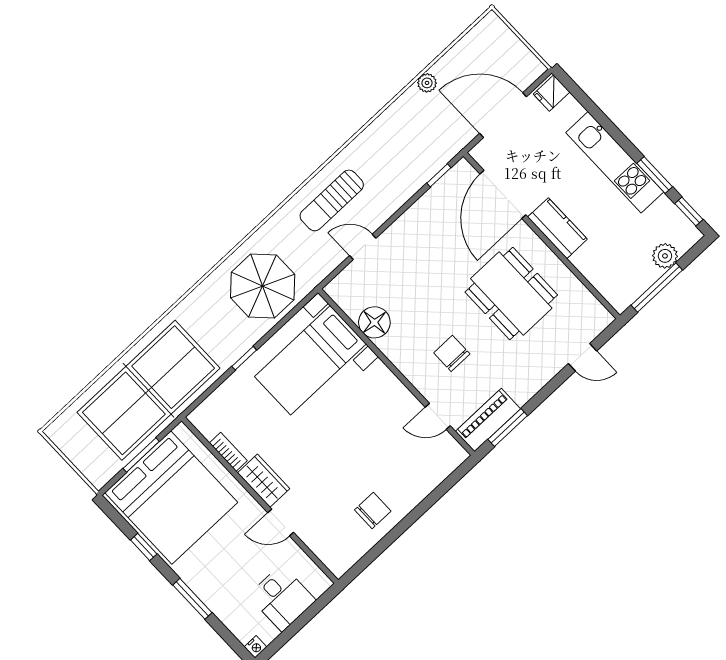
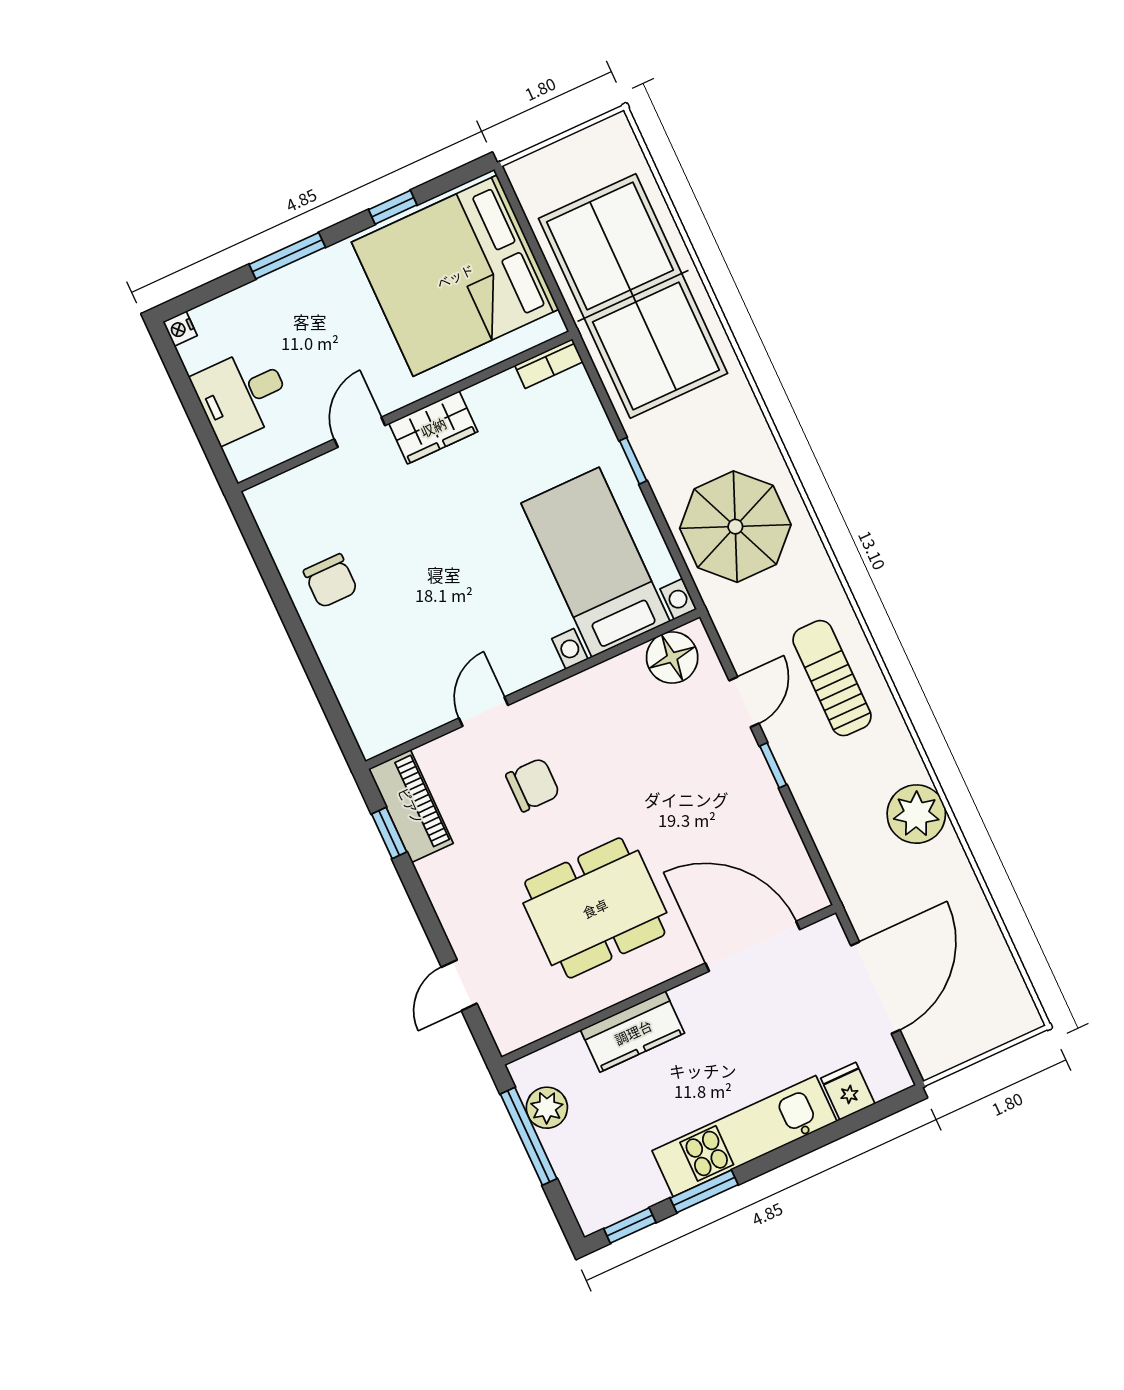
plant: (427, 83) -> (916, 814), moved, width x1.88, depth x1.88
fridge: (552, 93) -> (848, 1091), moved
window: (439, 175) -> (773, 765), moved
kitchen counter: (557, 228) -> (633, 1032), moved
plant: (665, 256) -> (547, 1108), moved
floor lamp: (374, 322) -> (672, 658), moved
door: (438, 416) -> (483, 712), moved
window: (508, 428) -> (389, 833), width x0.67
bookcase: (228, 452) -> (549, 364), moved
window: (141, 455) -> (537, 251), removed

